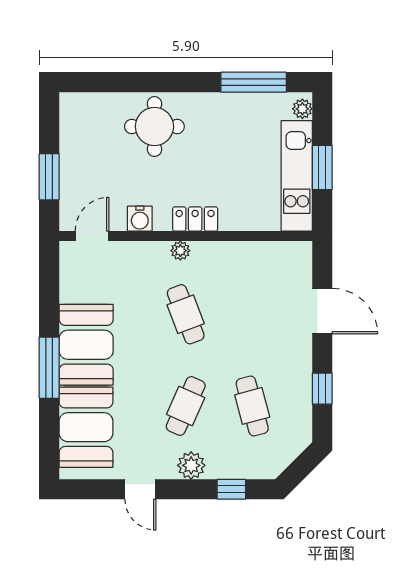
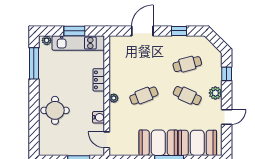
locker: (195, 219) -> (99, 80), moved

